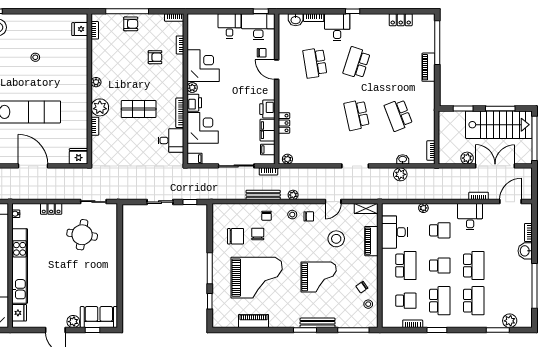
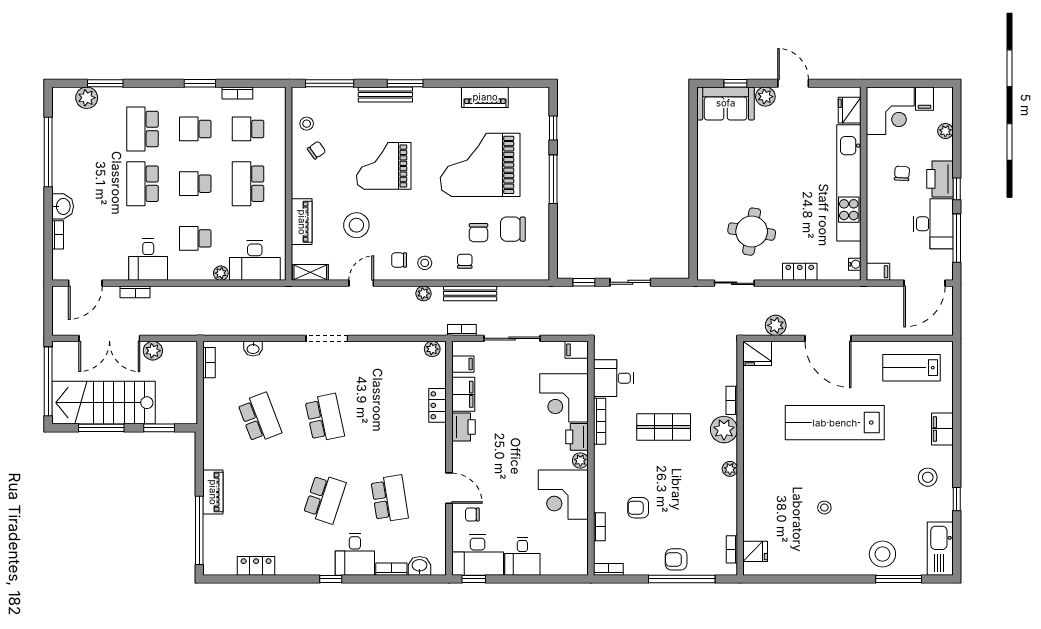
plant: (400, 174) -> (776, 325), moved
desk: (394, 232) -> (255, 261), moved, turned 90
school desk: (440, 301) -> (195, 129), width x0.54

